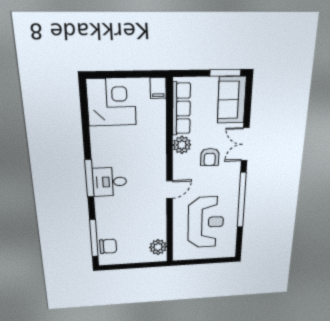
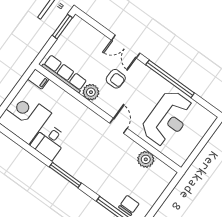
sofa: (232, 100) -> (85, 35), removed
desk: (110, 182) -> (49, 142), moved
reception desk: (206, 222) -> (168, 119), turned 90
plant: (158, 247) -> (146, 159), moved

